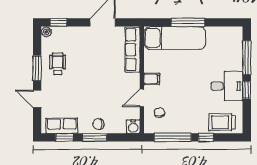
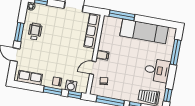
window: (188, 22) -> (122, 15), moved
exam couch: (175, 38) -> (144, 31), moved
window: (247, 90) -> (168, 95), moved
water cooler: (133, 127) -> (71, 86), moved
window: (64, 137) -> (75, 95), moved

